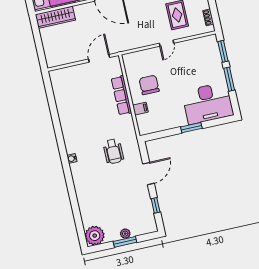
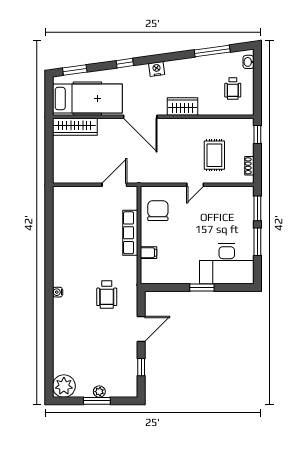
chair: (149, 85) -> (158, 211), moved

